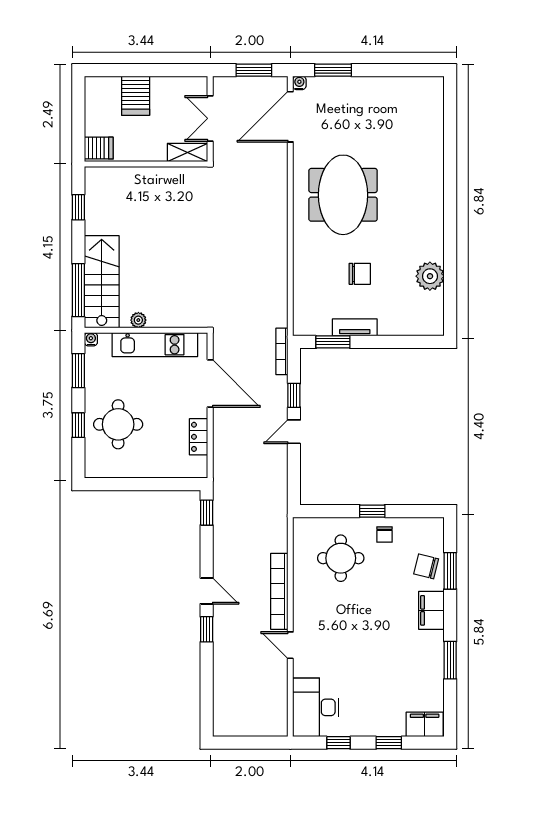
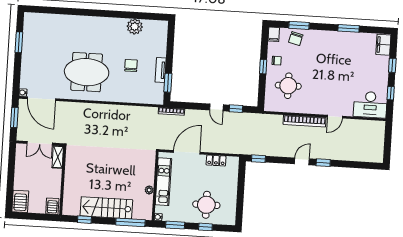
window: (333, 70) -> (19, 42), moved
server rack: (136, 96) -> (20, 201), moved, turned -90
stairs: (102, 282) -> (106, 208), moved
window: (294, 395) -> (236, 109), moved
filing cabinet: (431, 610) -> (274, 34), moved, width x0.50

